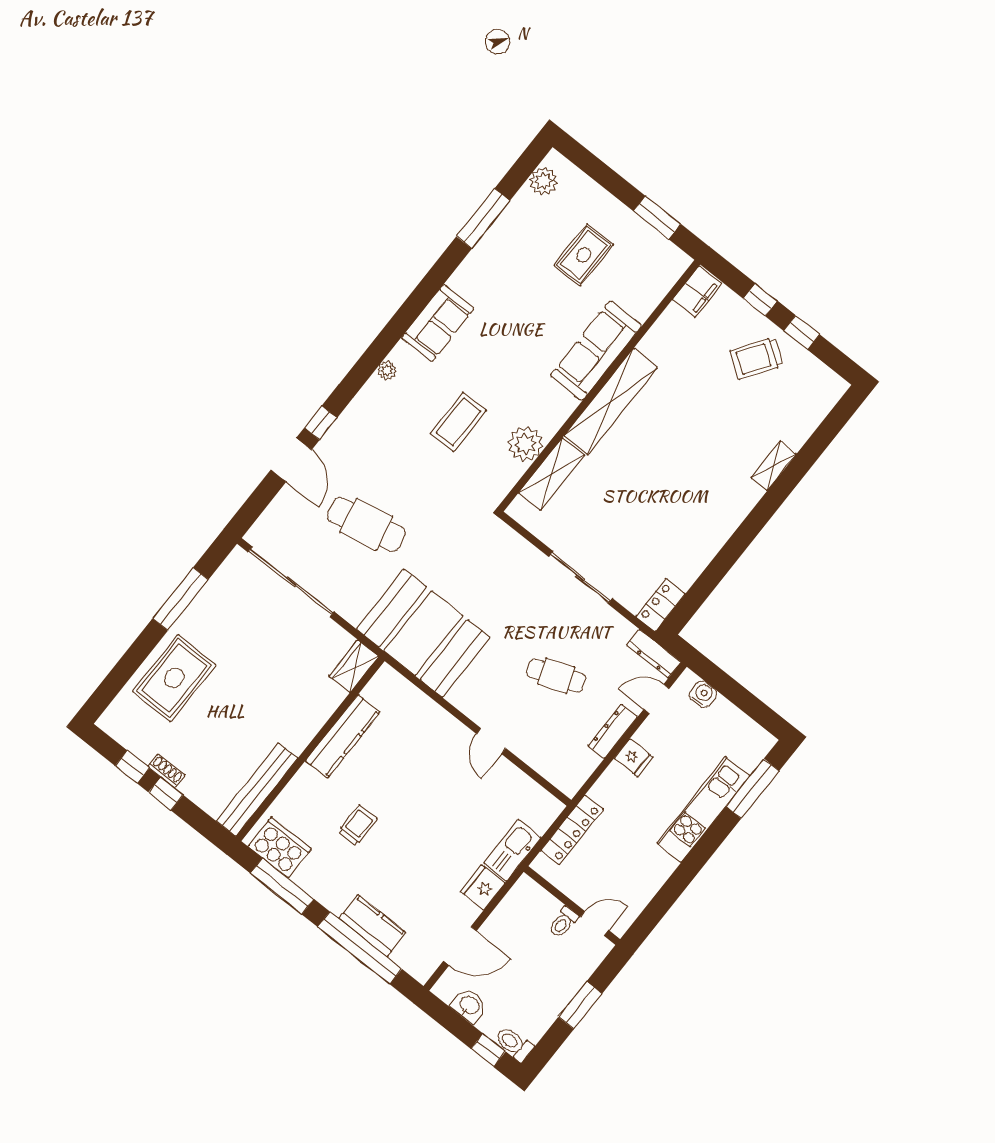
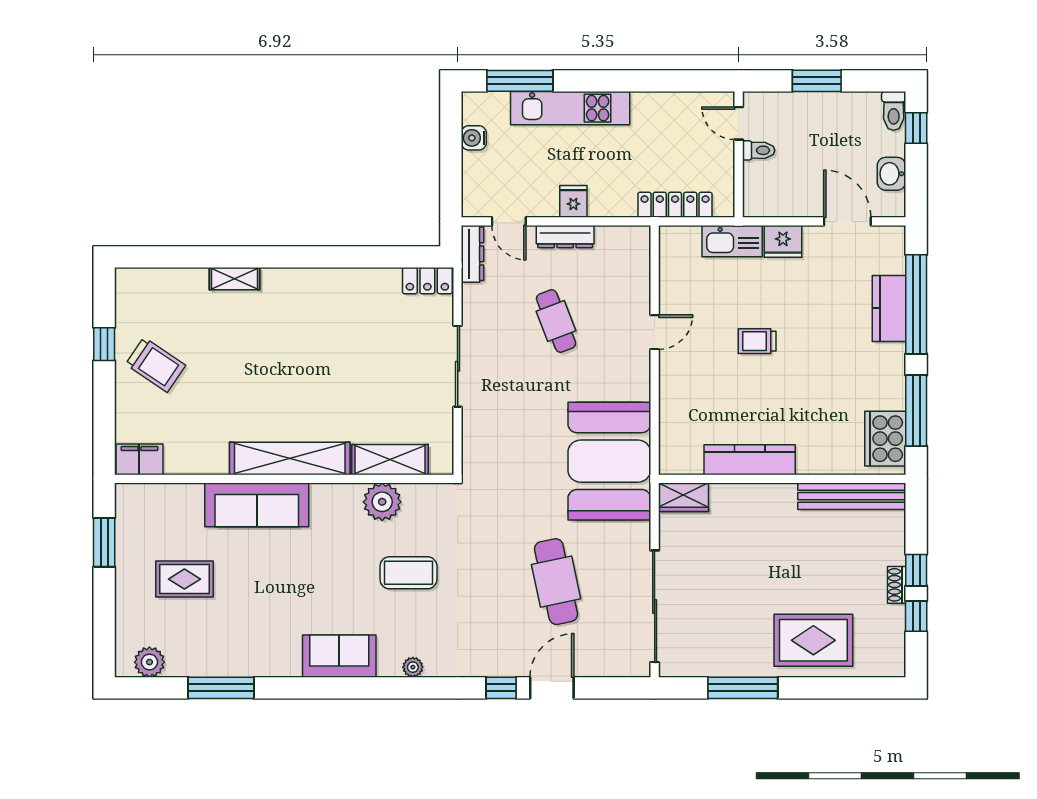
window: (760, 300) -> (104, 401), removed
water cooler: (703, 694) -> (474, 138), moved
trolley: (358, 825) -> (757, 341), moved

